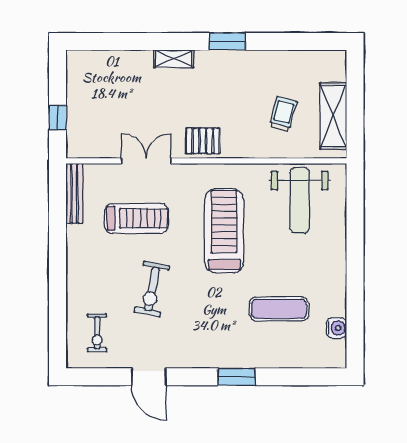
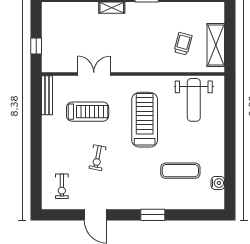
pallet: (203, 141) -> (131, 61), removed
exercise bike: (152, 289) -> (98, 158), width x0.73, depth x0.72

